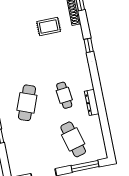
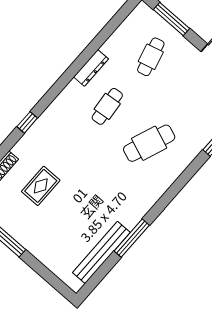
rug: (49, 26) -> (41, 186), turned 90
cafe table: (73, 139) -> (151, 57), width x0.73, depth x0.74

